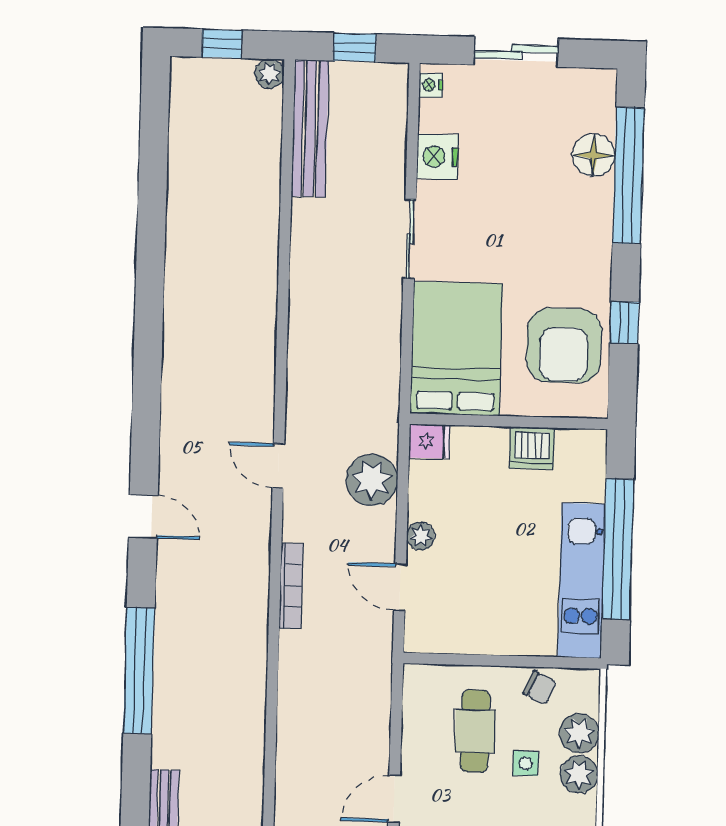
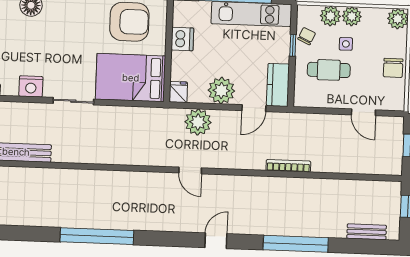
window: (150, 287) -> (97, 236), added
door: (278, 466) -> (190, 170), hinge flipped
plant: (421, 536) -> (221, 91), width x1.88, depth x1.88
bookcase: (291, 586) -> (288, 166), moved
kitchen counter: (445, 633) -> (278, 85), added
window: (522, 661) -> (293, 45), added

